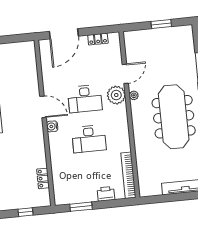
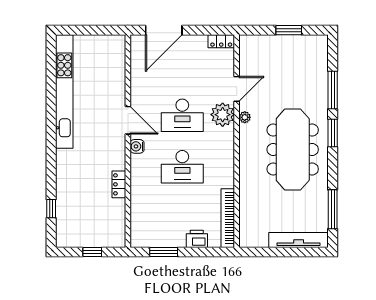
locker: (98, 39) -> (221, 41), moved
locker: (43, 178) -> (119, 184), moved

